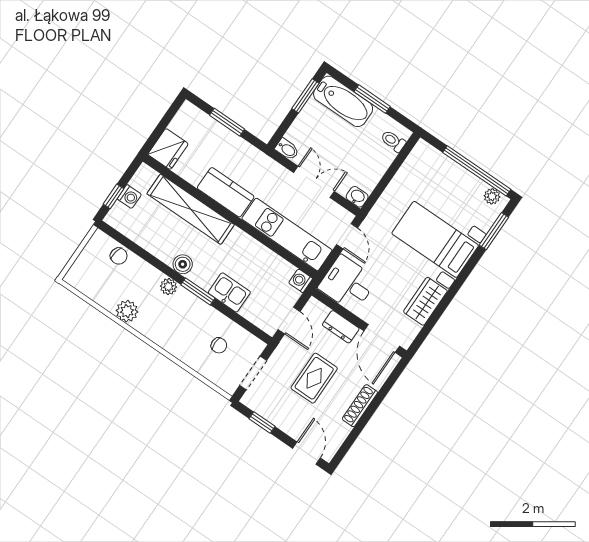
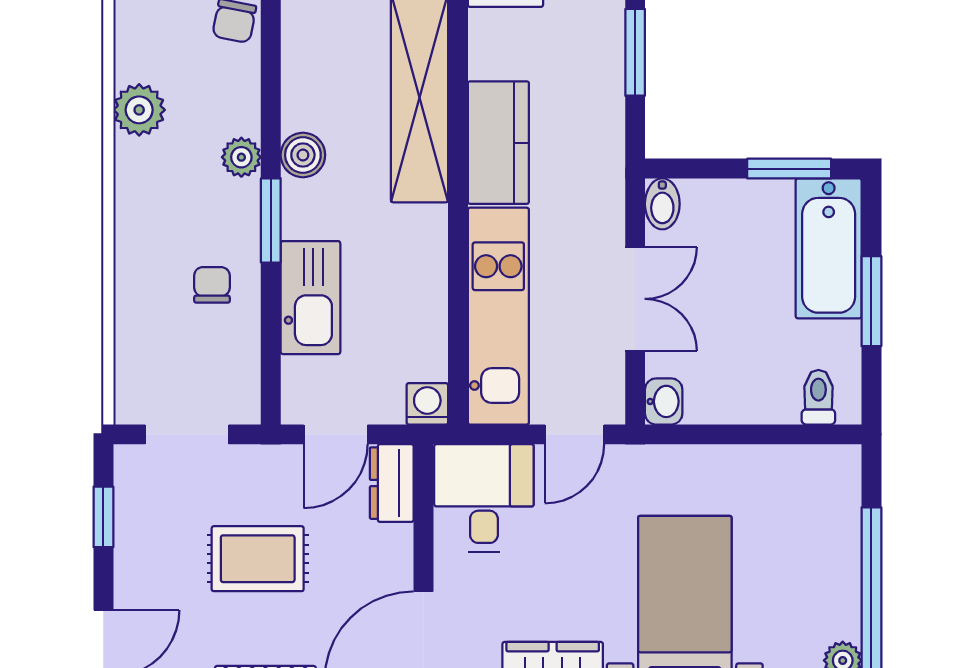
kitchen sink: (229, 292) -> (310, 298), width x1.38
dresser: (341, 327) -> (392, 483), moved
chair: (219, 345) -> (212, 285), moved, turned 180

